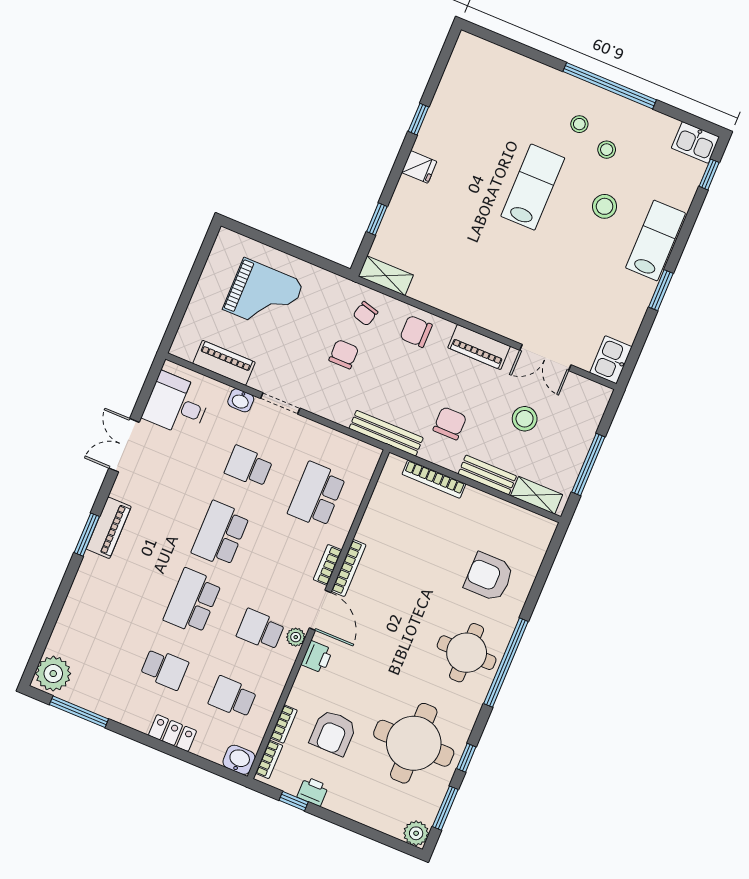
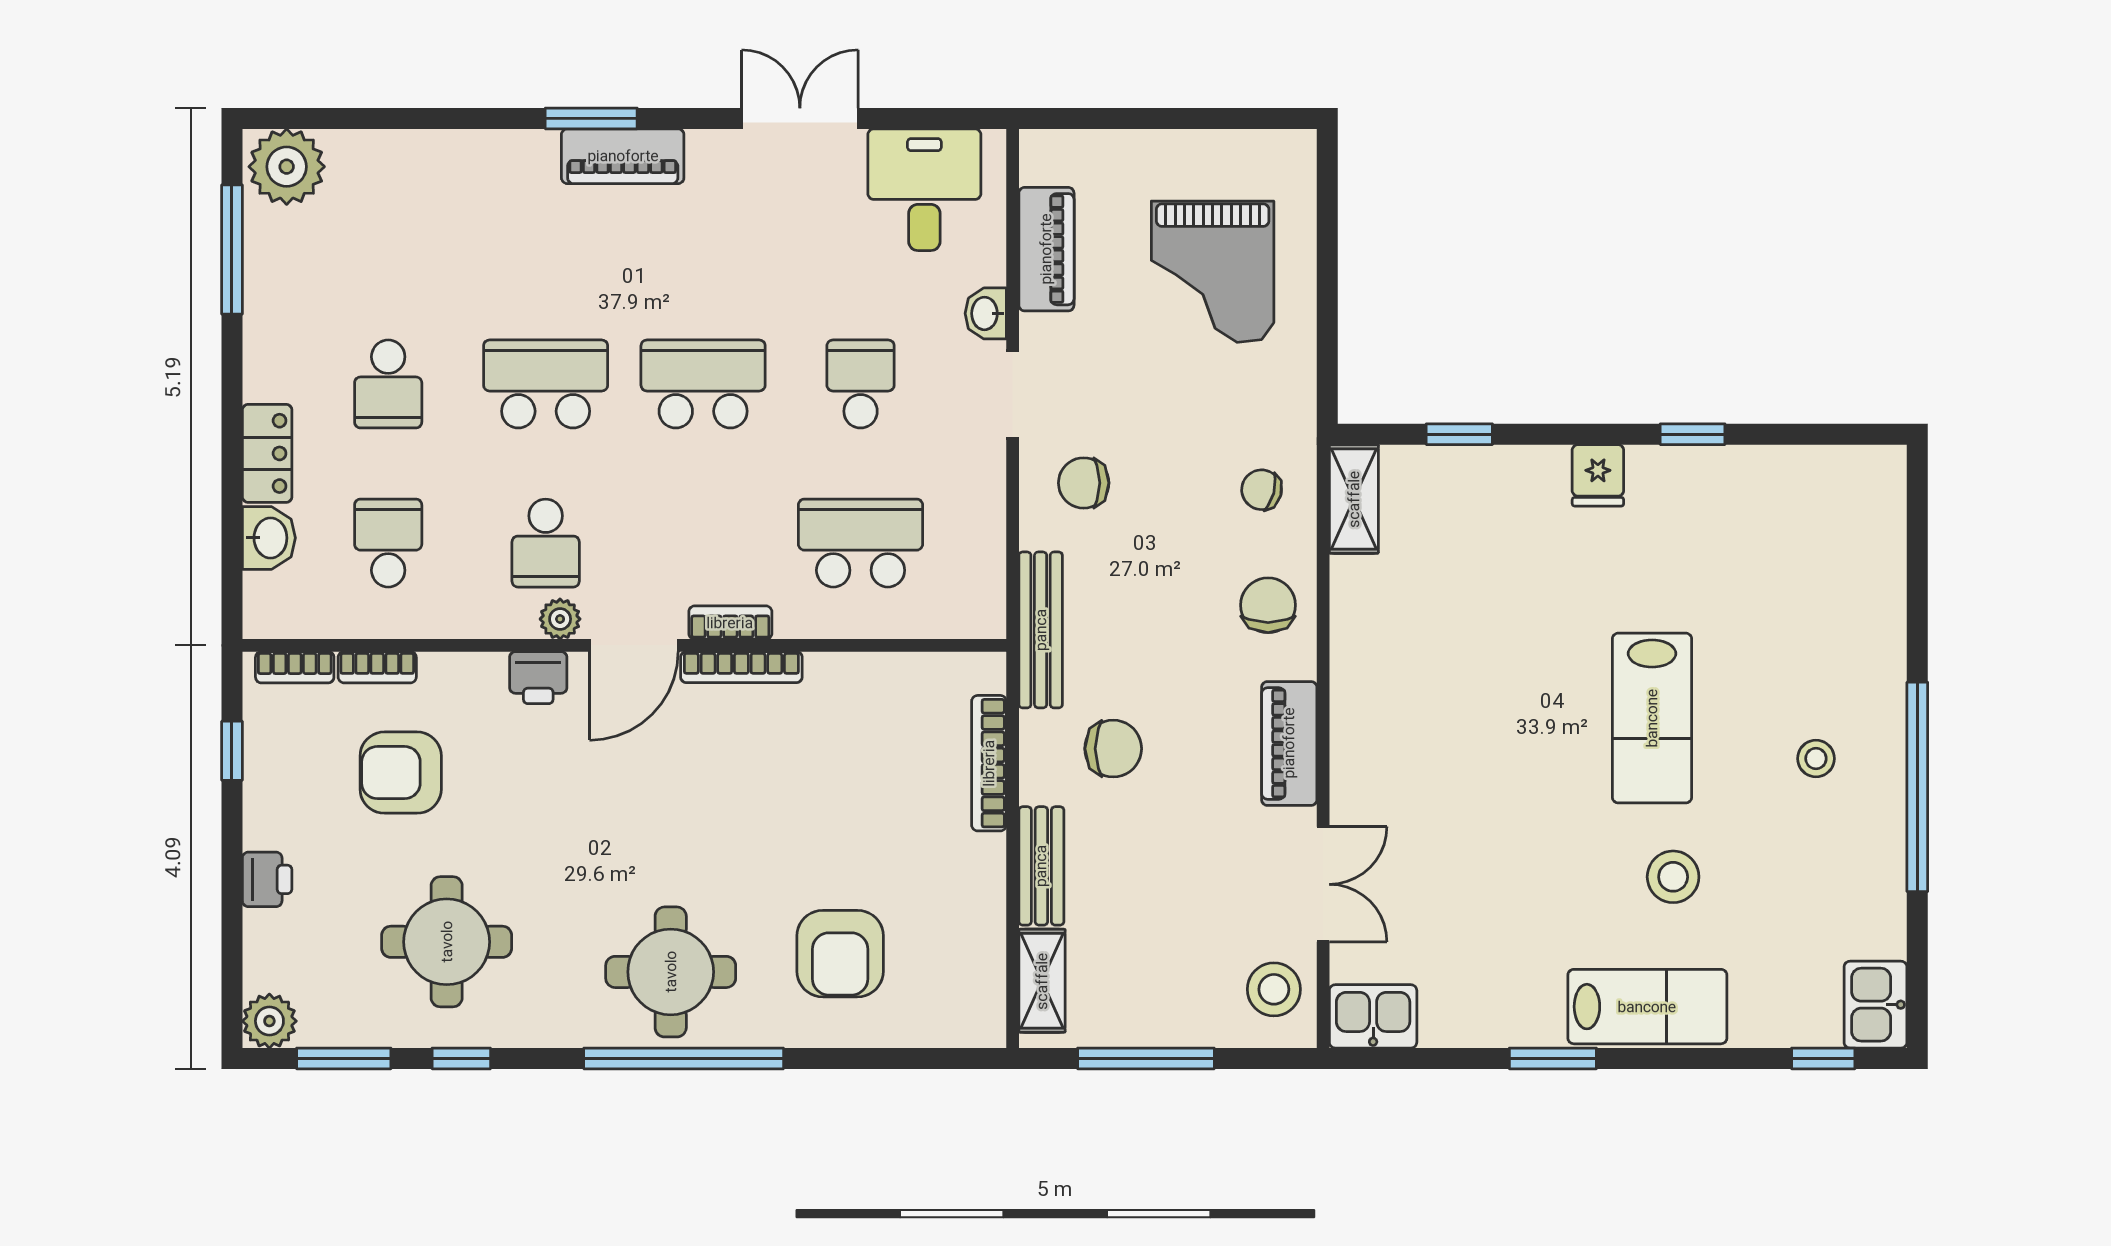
stool: (607, 150) -> (1788, 834), removed
lab bench: (533, 187) -> (1652, 718), turned 90
chair: (344, 354) -> (1084, 483), moved, turned 180
double door: (545, 358) -> (1323, 884), swing flipped
stool: (525, 419) -> (1274, 989), moved
armchair: (489, 577) -> (840, 954), turned 180
school desk: (261, 630) -> (546, 543), turned 180
round table: (414, 743) -> (447, 942), width x0.73, depth x0.73
washbasin: (239, 760) -> (269, 538), moved
printer: (313, 791) -> (267, 879), moved

